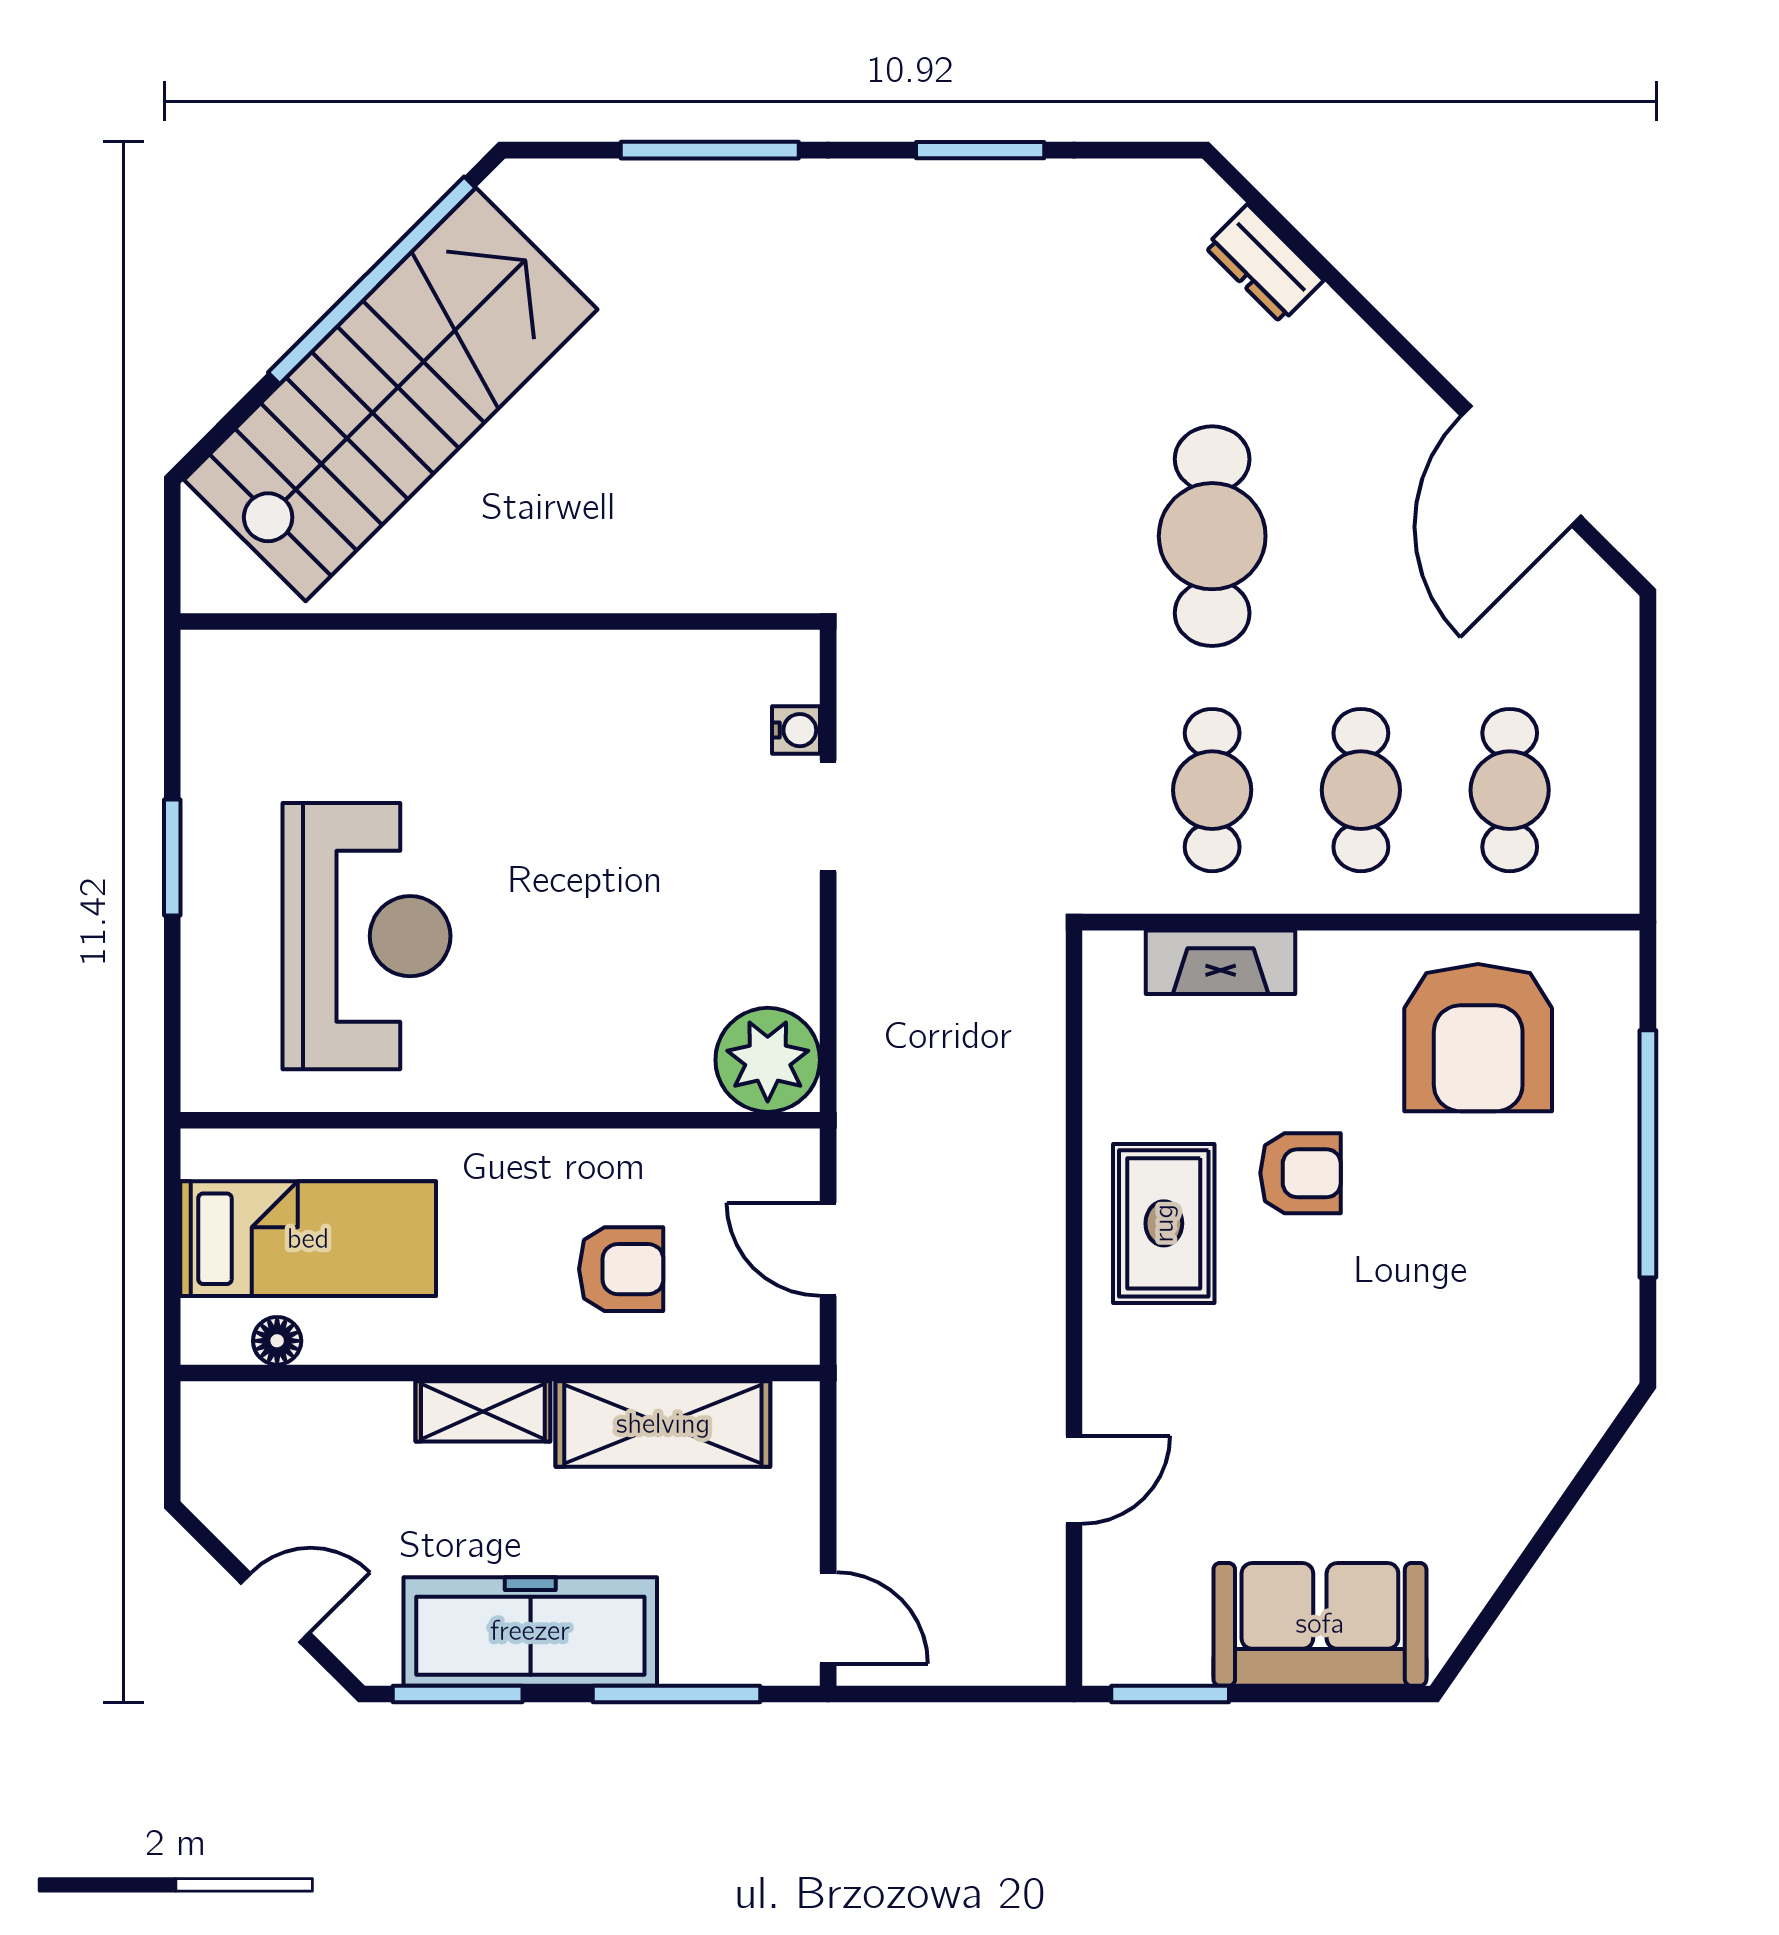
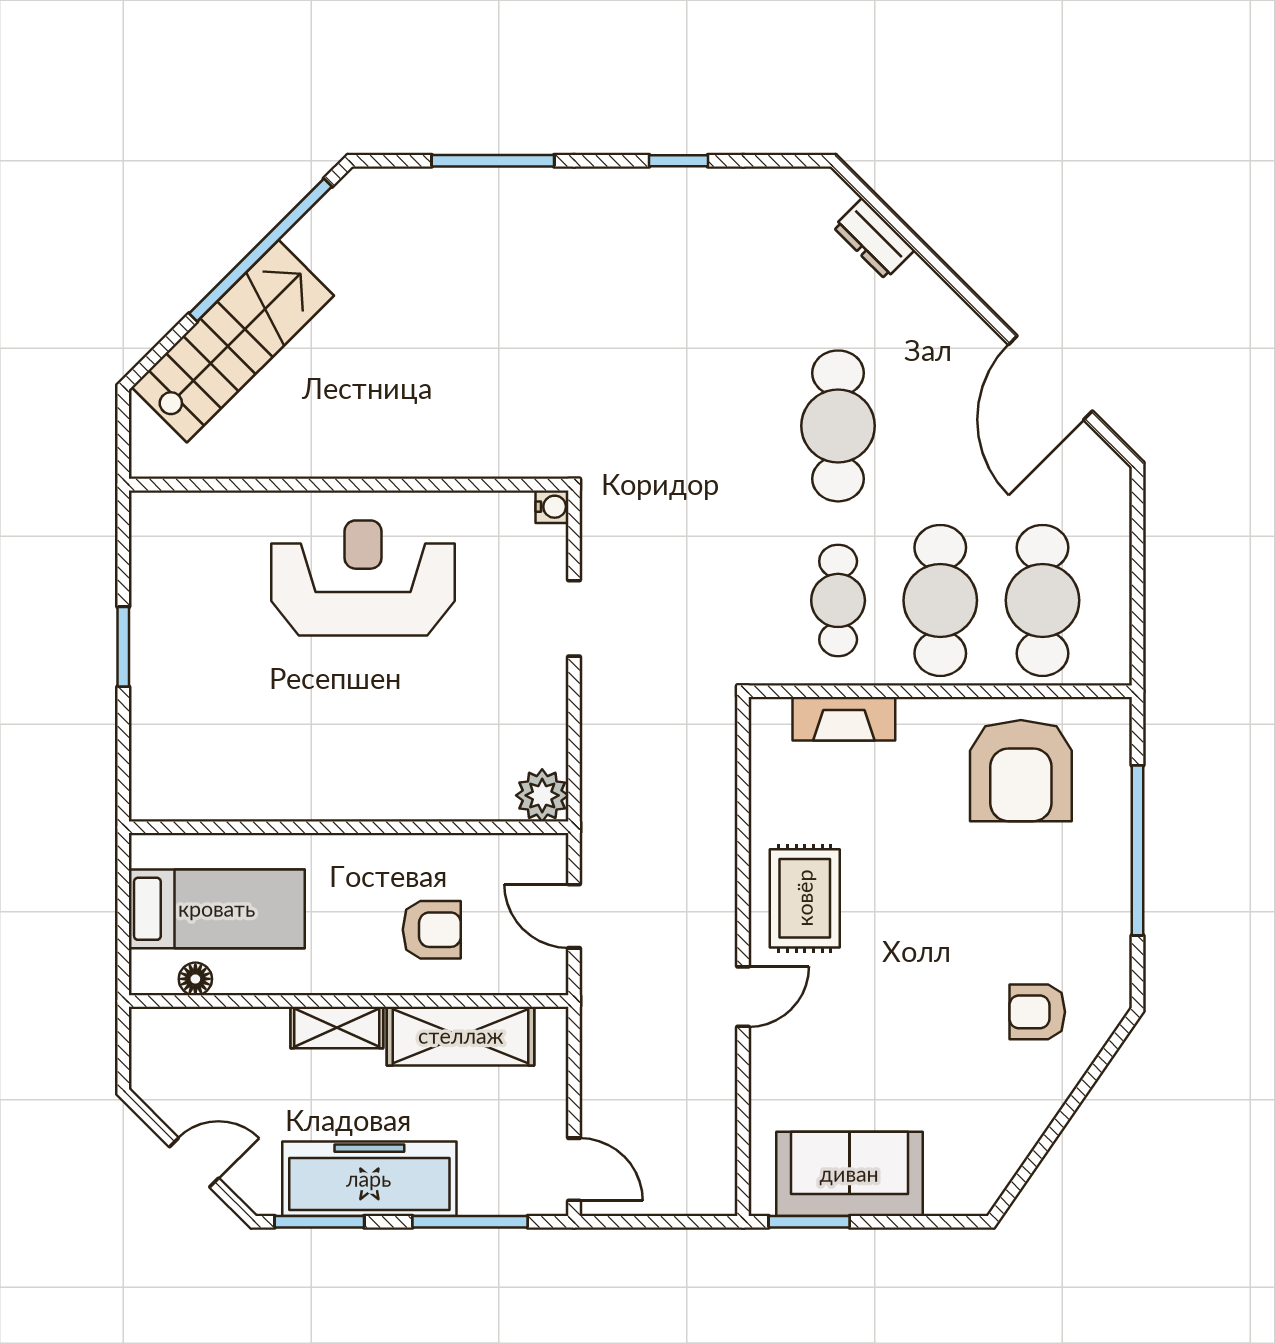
window: (980, 150) -> (679, 161), width x0.67
stairs: (391, 395) -> (233, 341), width x0.73, depth x0.66
water cooler: (796, 730) -> (552, 507), moved
cafe table: (1361, 790) -> (940, 600), width x1.37, depth x1.35
cafe table: (1510, 790) -> (1043, 600), width x1.37, depth x1.35
reception desk: (366, 936) -> (363, 578), moved, turned -90
plant: (768, 1060) -> (542, 795), width x0.73, depth x0.73
armchair: (1300, 1173) -> (1037, 1012), moved, turned 180
door: (1074, 1480) -> (743, 997), moved
sofa: (1320, 1624) -> (849, 1174), moved

